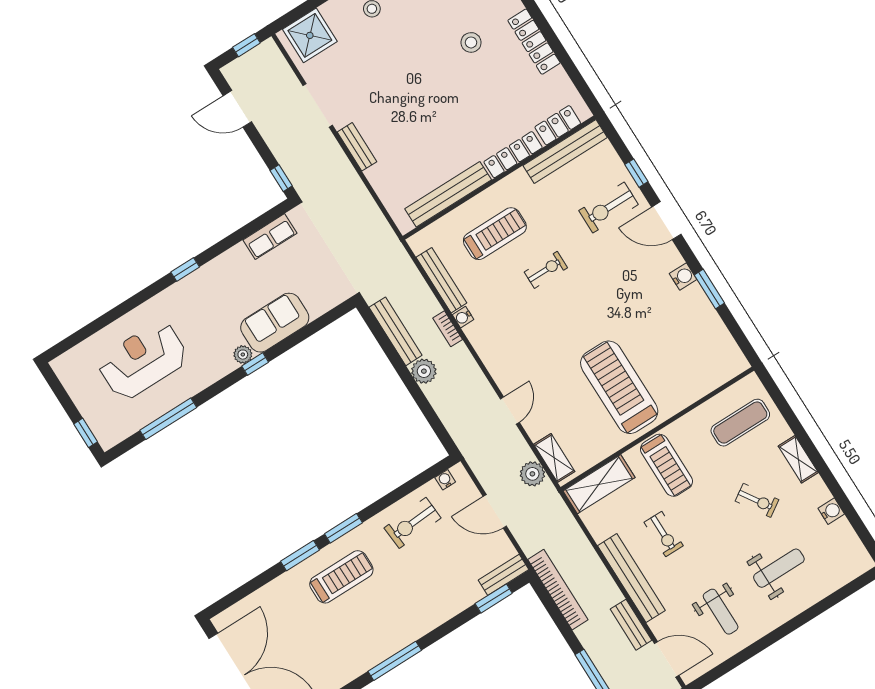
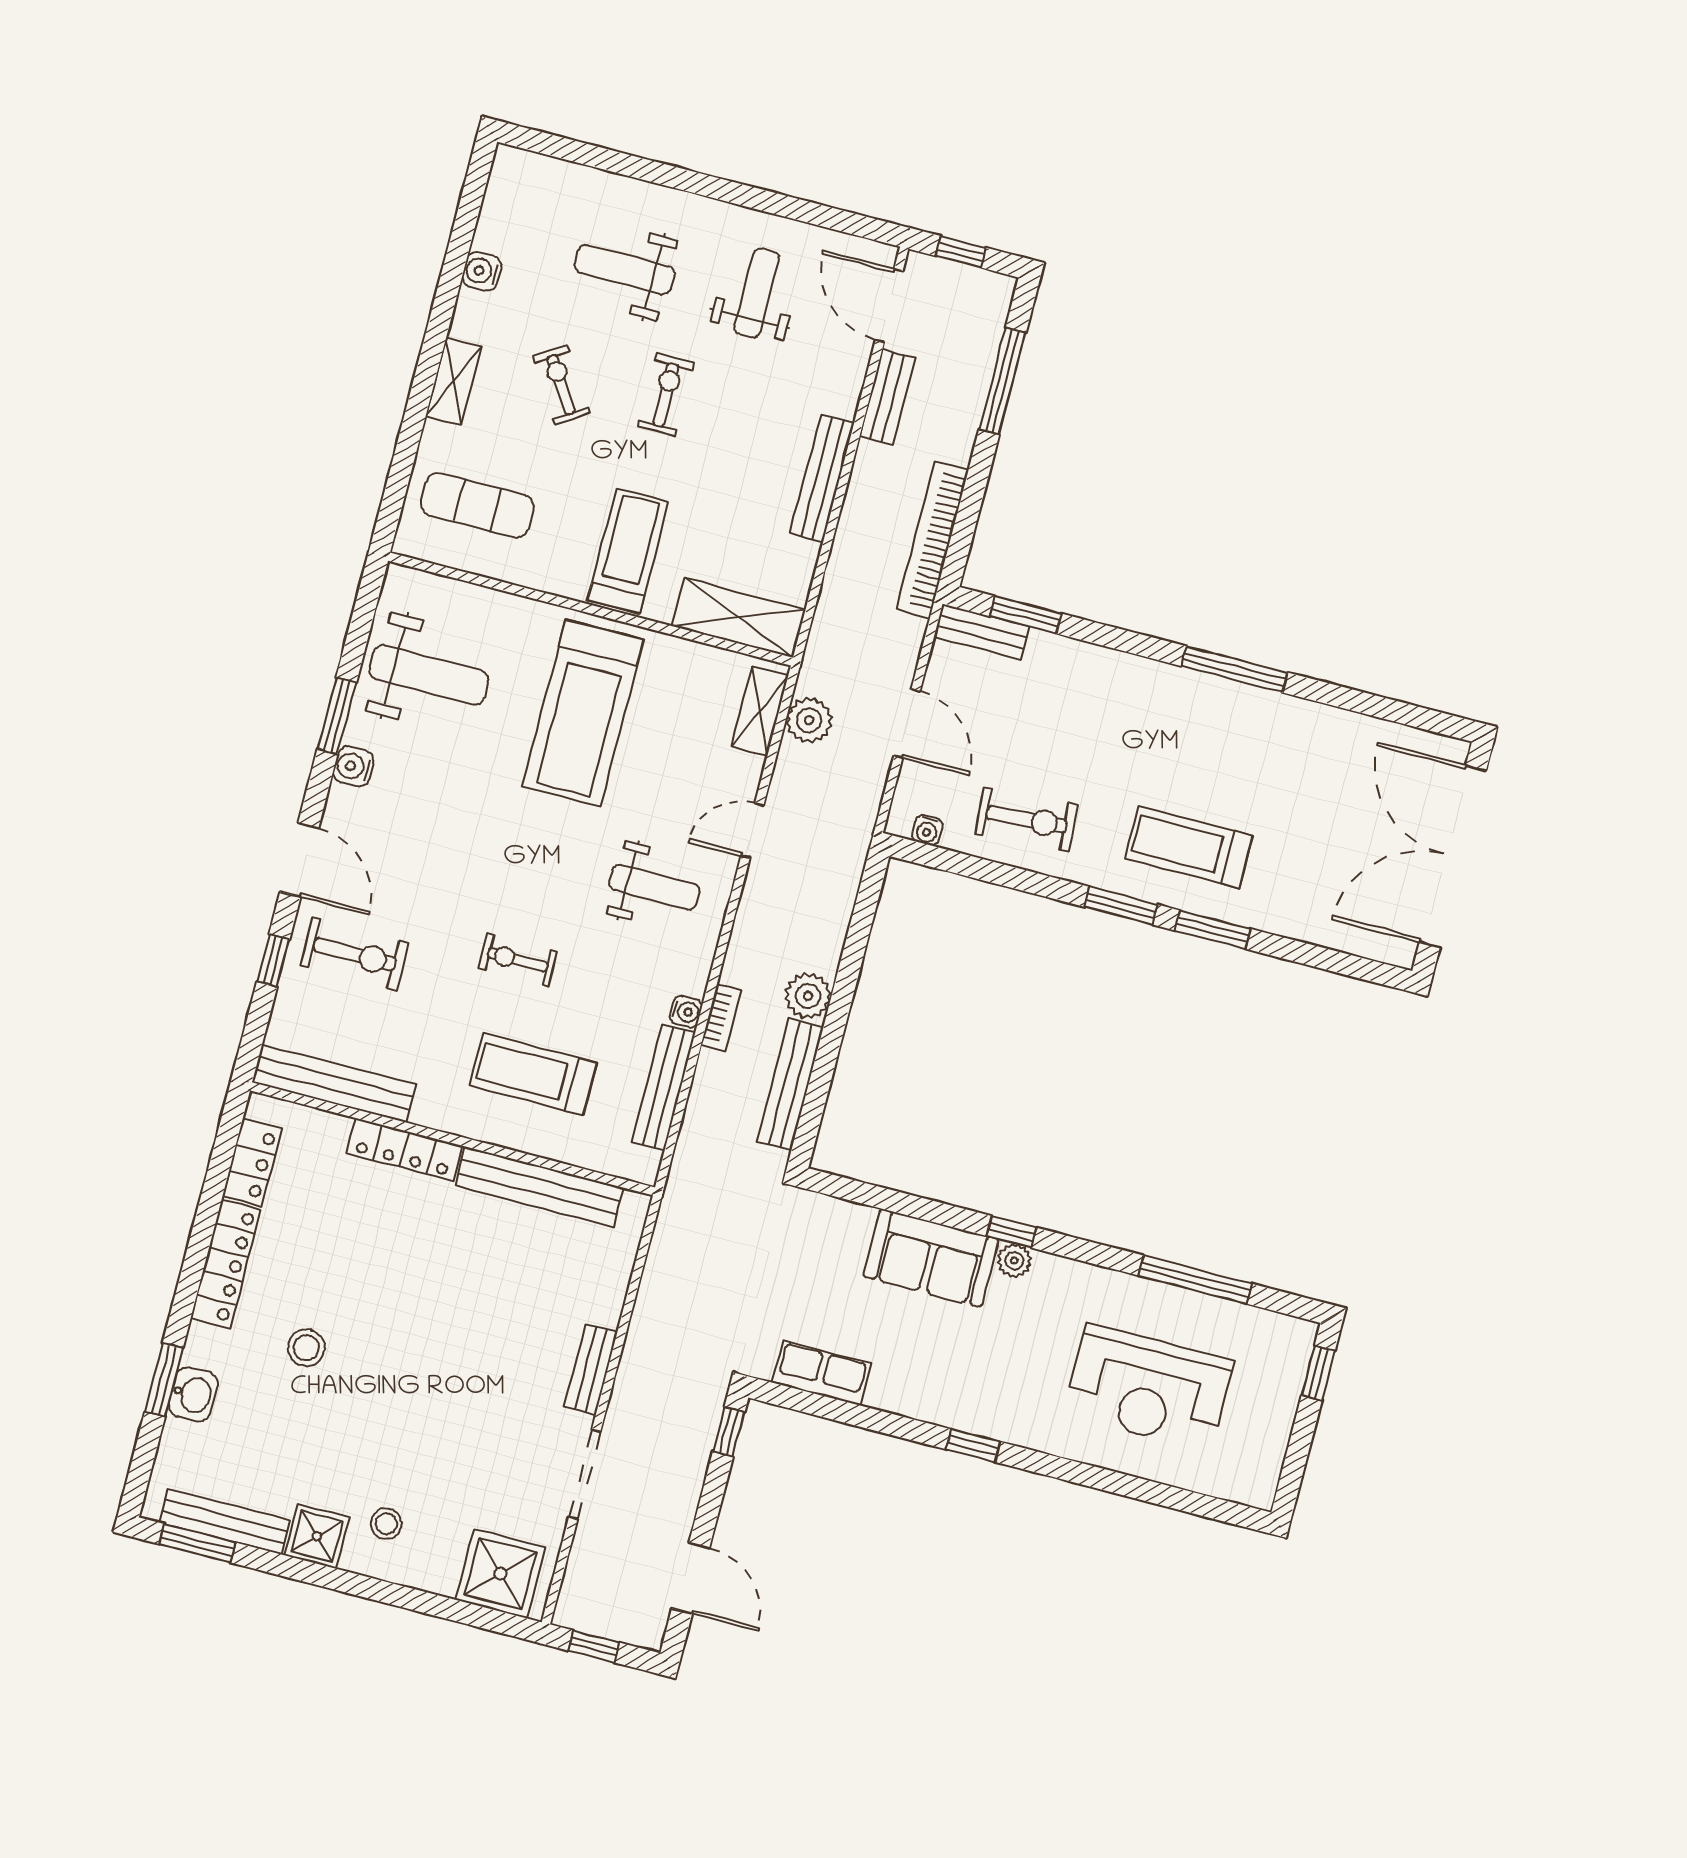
locker: (558, 125) -> (252, 1162), moved, turned -90
weight bench: (691, 341) -> (429, 675), added
weight bench: (524, 351) -> (654, 887), added
exercise bike: (664, 534) -> (666, 395), moved
bench: (631, 578) -> (822, 478), width x0.73, depth x0.82

